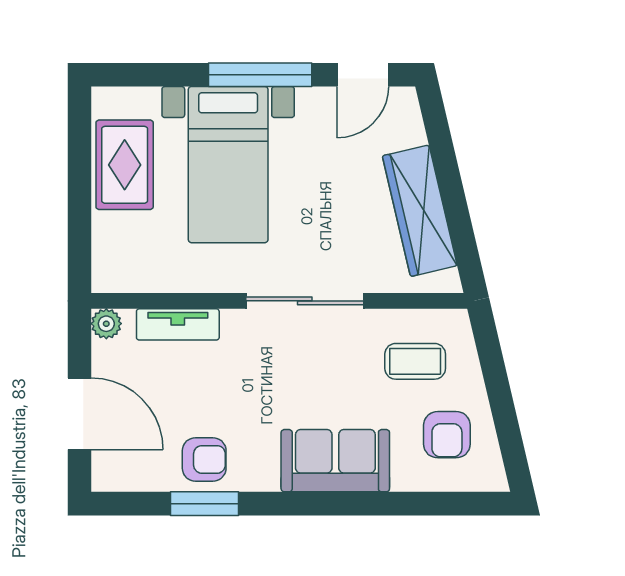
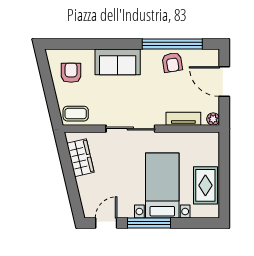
wardrobe: (420, 211) -> (80, 158), width x0.67
coffee table: (415, 361) -> (76, 114), moved
armchair: (204, 459) -> (172, 62), turned -99
window: (204, 504) -> (172, 44), width x2.11

